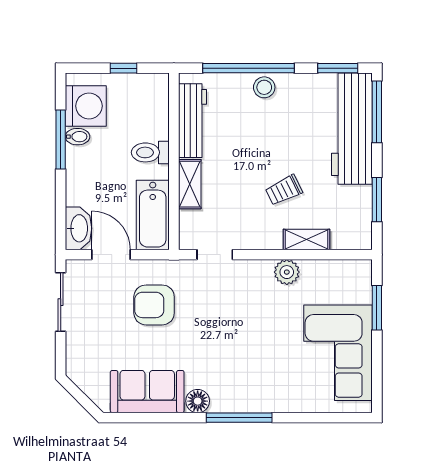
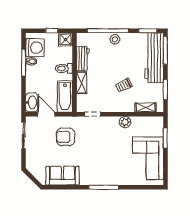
shower: (154, 88) -> (66, 39), added
workbench: (192, 121) -> (83, 59), width x0.73
shelving: (307, 239) -> (146, 107), moved
floor lamp: (198, 401) -> (85, 180), removed

